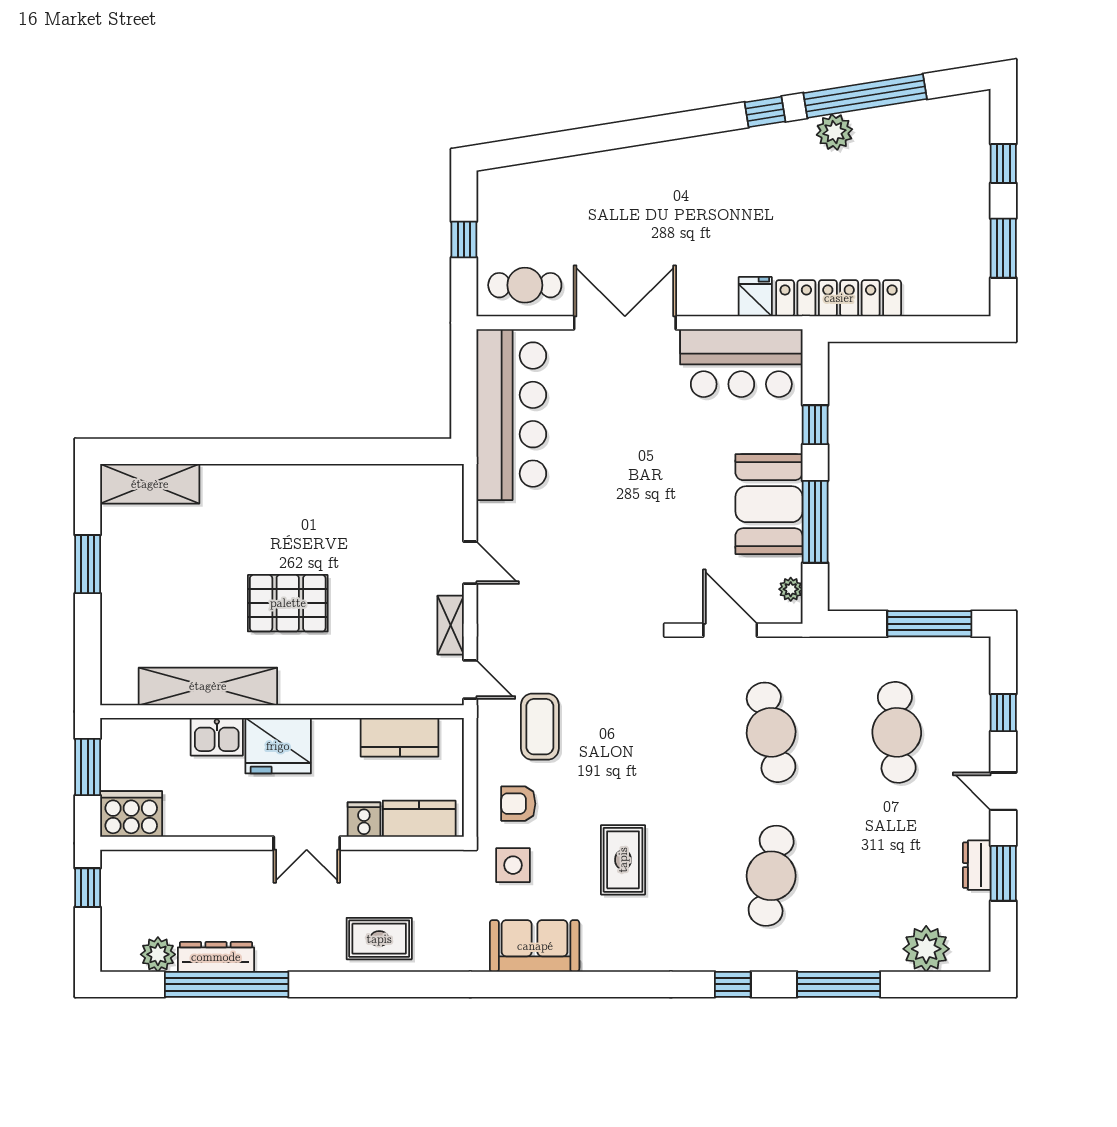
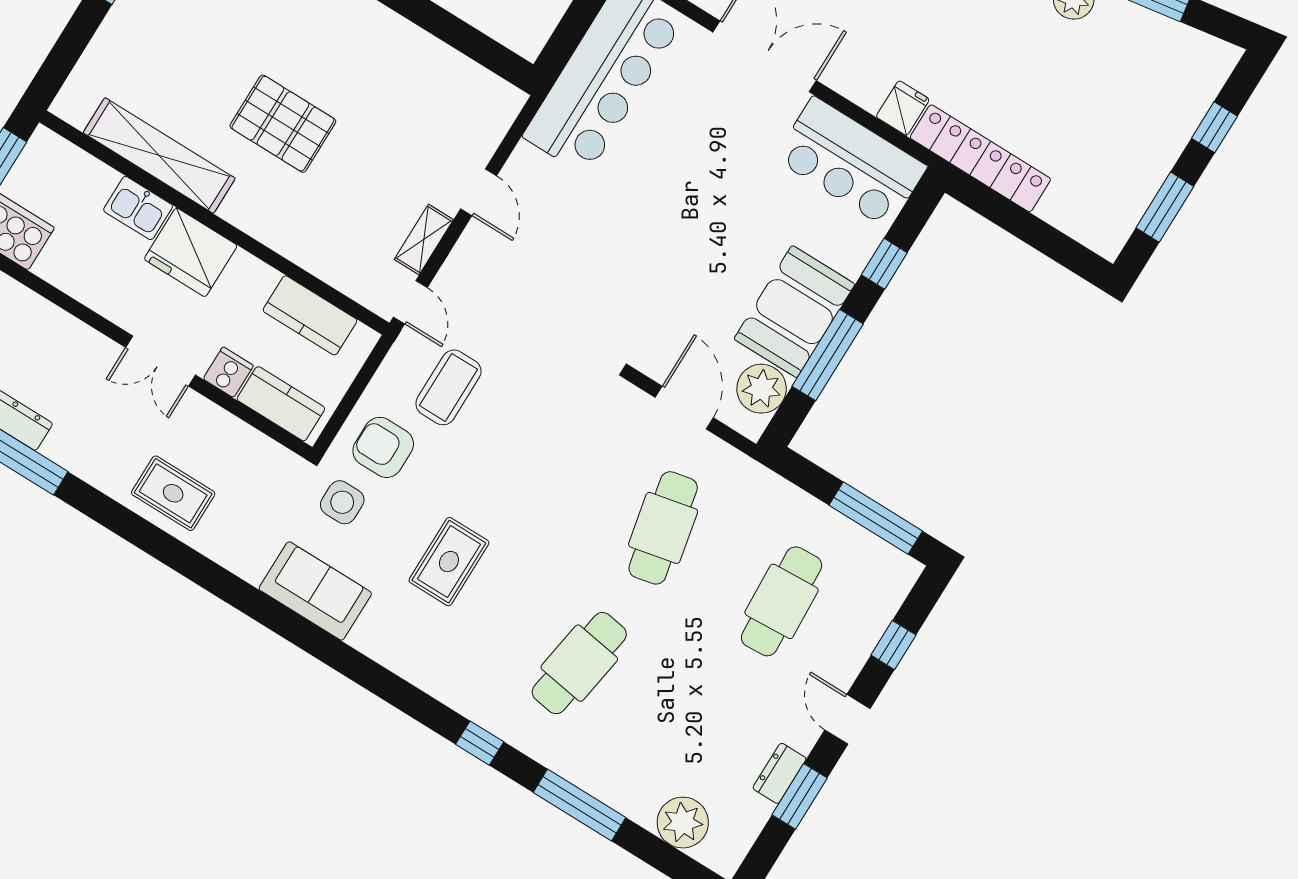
plant: (791, 589) -> (762, 389), width x1.88, depth x1.88
armchair: (518, 804) -> (383, 447), width x1.38, depth x1.38

